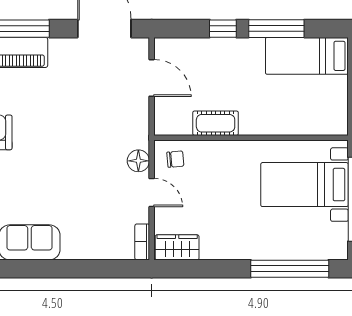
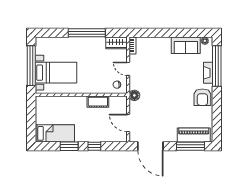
window: (276, 29) -> (69, 146), width x0.69
floor lamp: (138, 161) -> (134, 95), moved
window: (290, 269) -> (87, 33), moved

